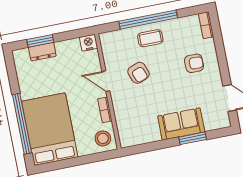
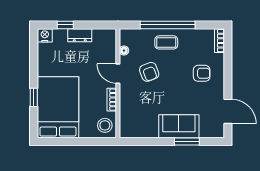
window: (40, 41) -> (65, 25), width x0.67
nightstand: (88, 43) -> (45, 35), moved
dresser: (42, 52) -> (80, 35), moved
floor lamp: (107, 56) -> (124, 51), added
window: (22, 124) -> (34, 97), width x0.32

